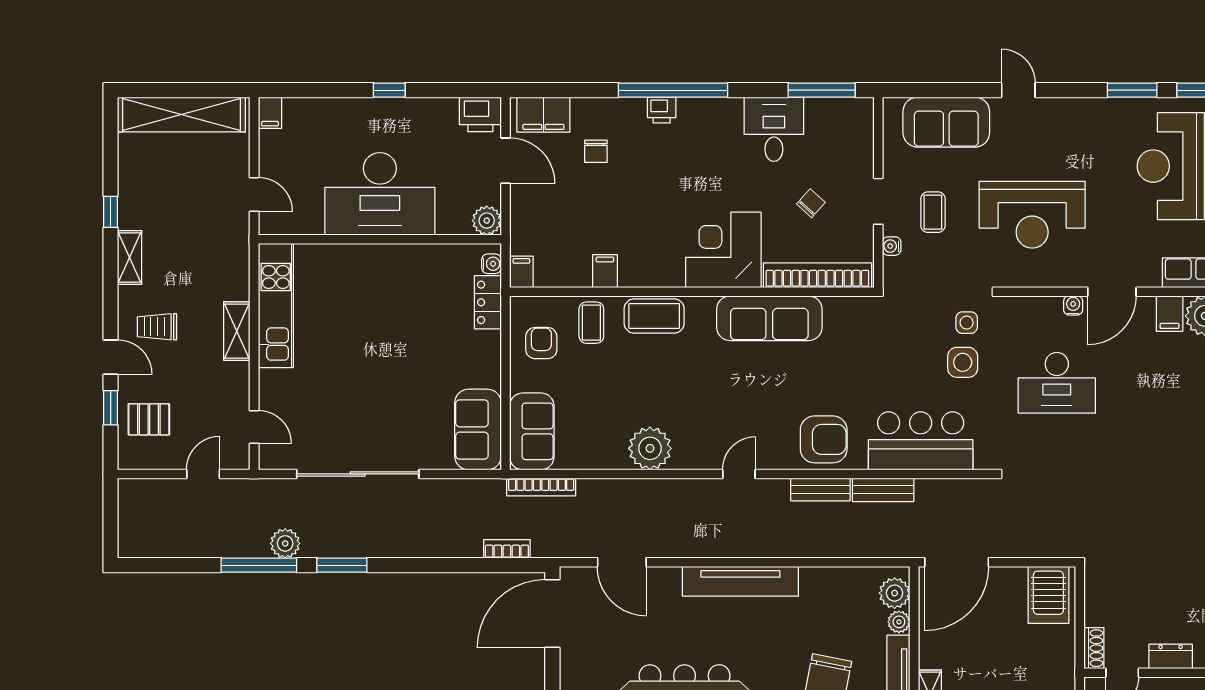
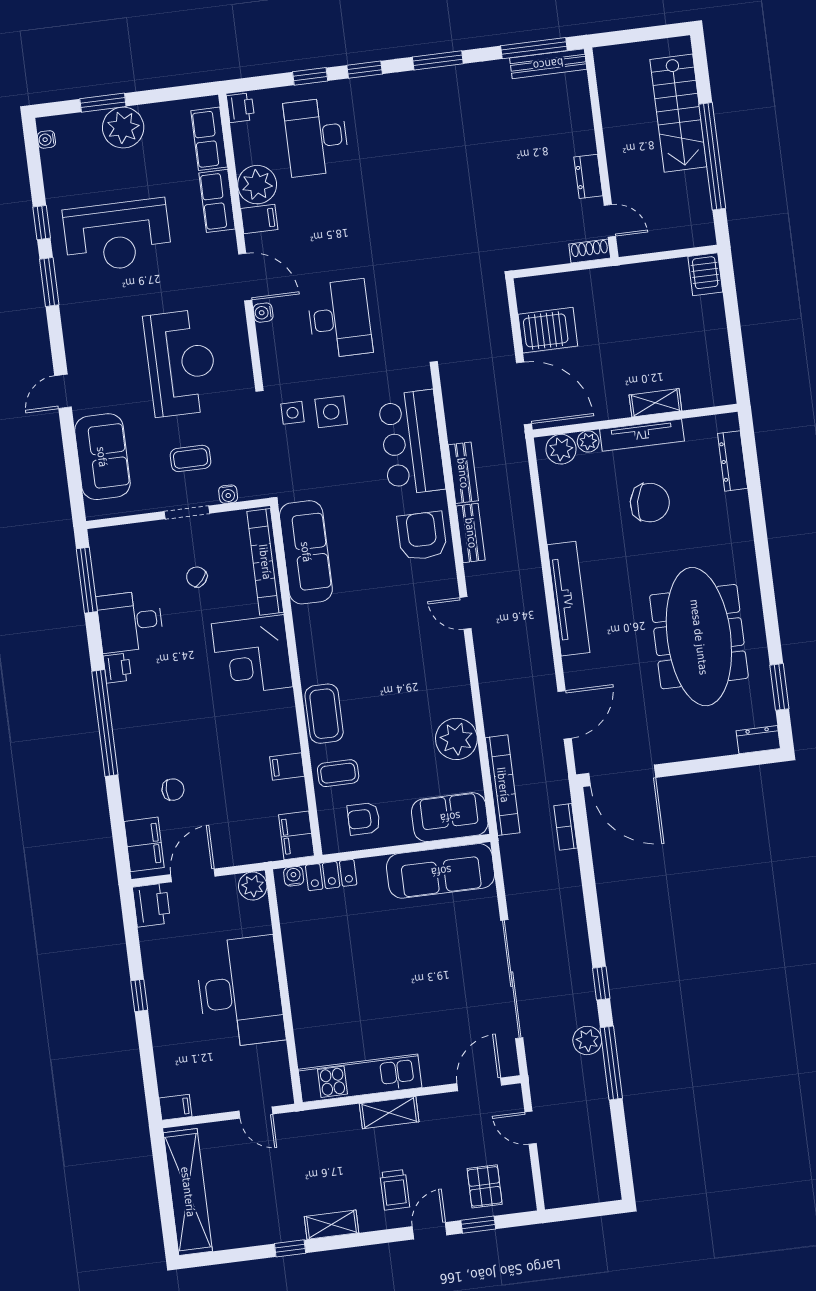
printer: (662, 110) -> (117, 668), moved
door: (254, 194) -> (256, 1113), swing flipped
filing cabinet: (521, 272) -> (296, 835), width x2.00
sofa: (769, 318) -> (306, 552), moved
door: (254, 427) -> (479, 1084), width x1.38
sofa: (478, 430) -> (441, 871), width x1.36
plant: (650, 448) -> (456, 739), moved
bookcase: (541, 487) -> (503, 785), width x1.48, depth x1.31
window: (342, 565) -> (601, 983), width x0.67
server rack: (1048, 595) -> (548, 330), moved

